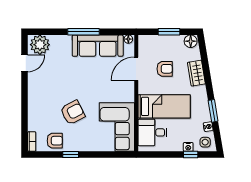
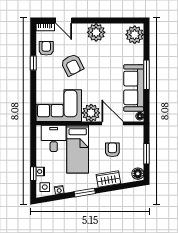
door: (25, 63) -> (64, 21), moved
armchair: (165, 69) -> (112, 150), turned 180
plant: (37, 87) -> (96, 32), added
plant: (125, 92) -> (91, 113), added
window: (213, 111) -> (85, 193), moved
armchair: (55, 141) -> (46, 48), turned 180

